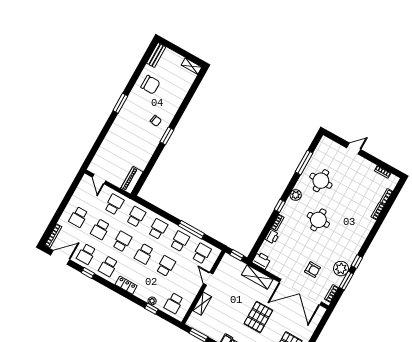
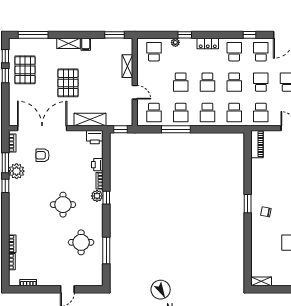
plant: (296, 195) -> (97, 196), moved
school desk: (144, 254) -> (207, 82), turned 180
window: (151, 309) -> (185, 35), moved

